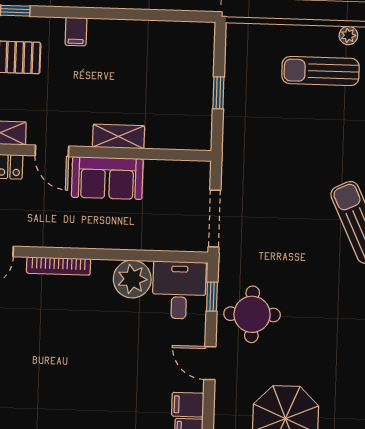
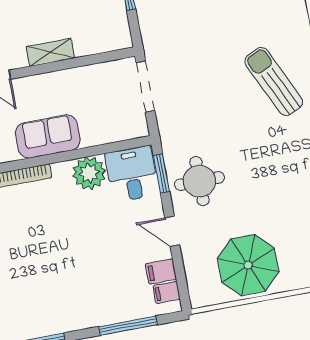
sofa: (107, 178) -> (48, 137), moved, turned 180
doorway: (214, 219) -> (145, 87), moved
window: (212, 297) -> (161, 173), width x1.50

